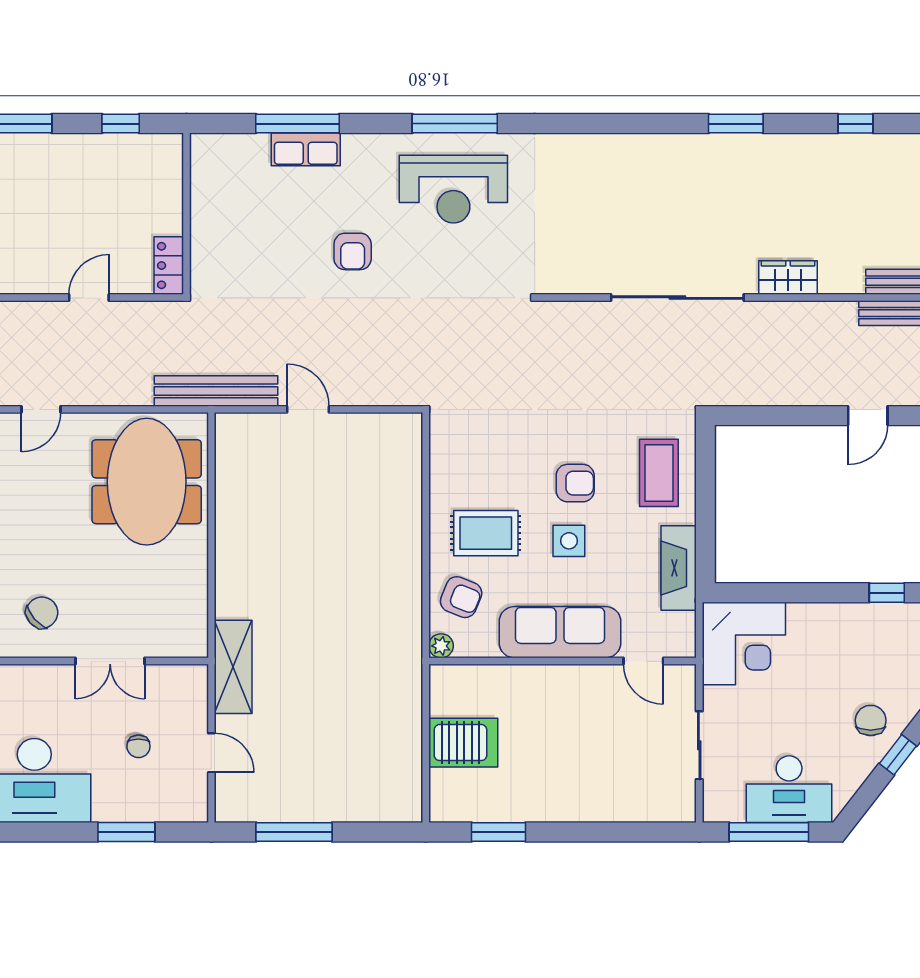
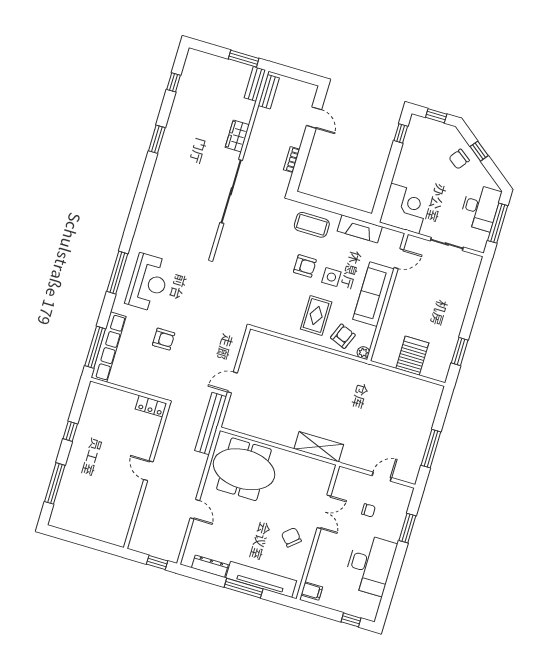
row of seats: (306, 149) -> (109, 347), width x2.02
wall: (187, 214) -> (129, 390), moved
locker: (169, 266) -> (151, 406), moved
bookcase: (774, 396) -> (292, 159), added
armchair: (575, 483) -> (305, 266), turned 90
shelving: (233, 667) -> (319, 447), moved
chair: (871, 720) -> (459, 159), turned -54

